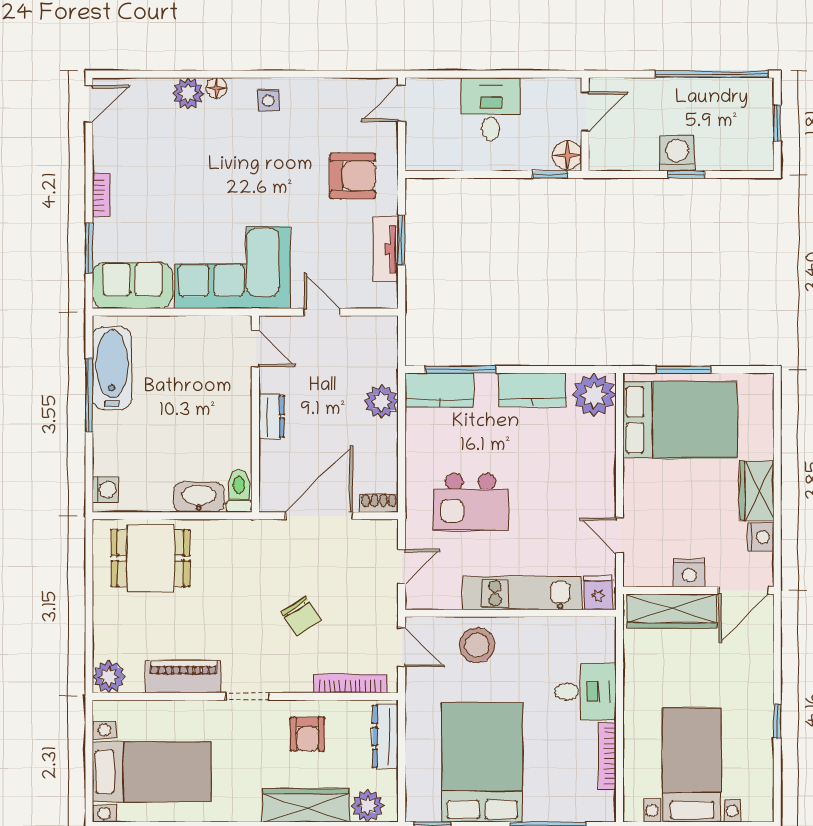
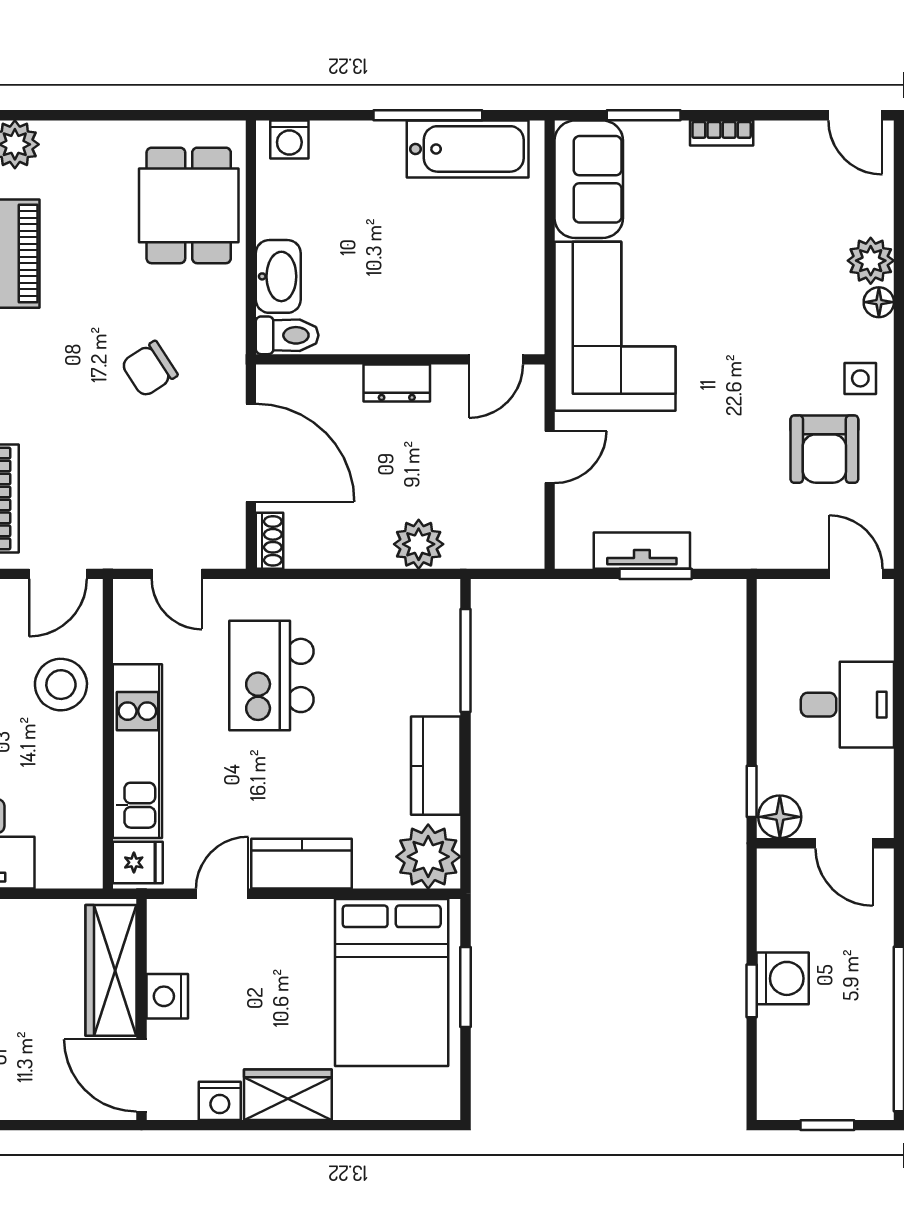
armchair: (353, 176) -> (824, 449), moved
kitchen counter: (439, 390) -> (302, 864), moved, turned 90
chair: (301, 616) -> (149, 369), moved

